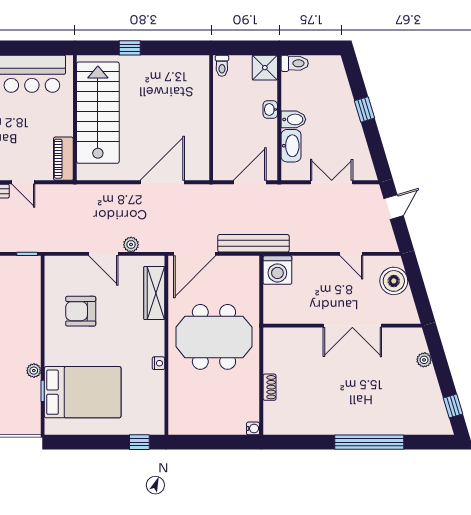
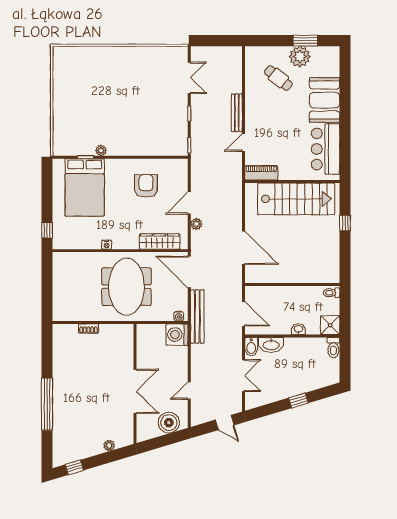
bidet: (293, 119) -> (251, 347), moved
double door: (352, 326) -> (135, 391), swing flipped
water cooler: (253, 428) -> (179, 316), moved

